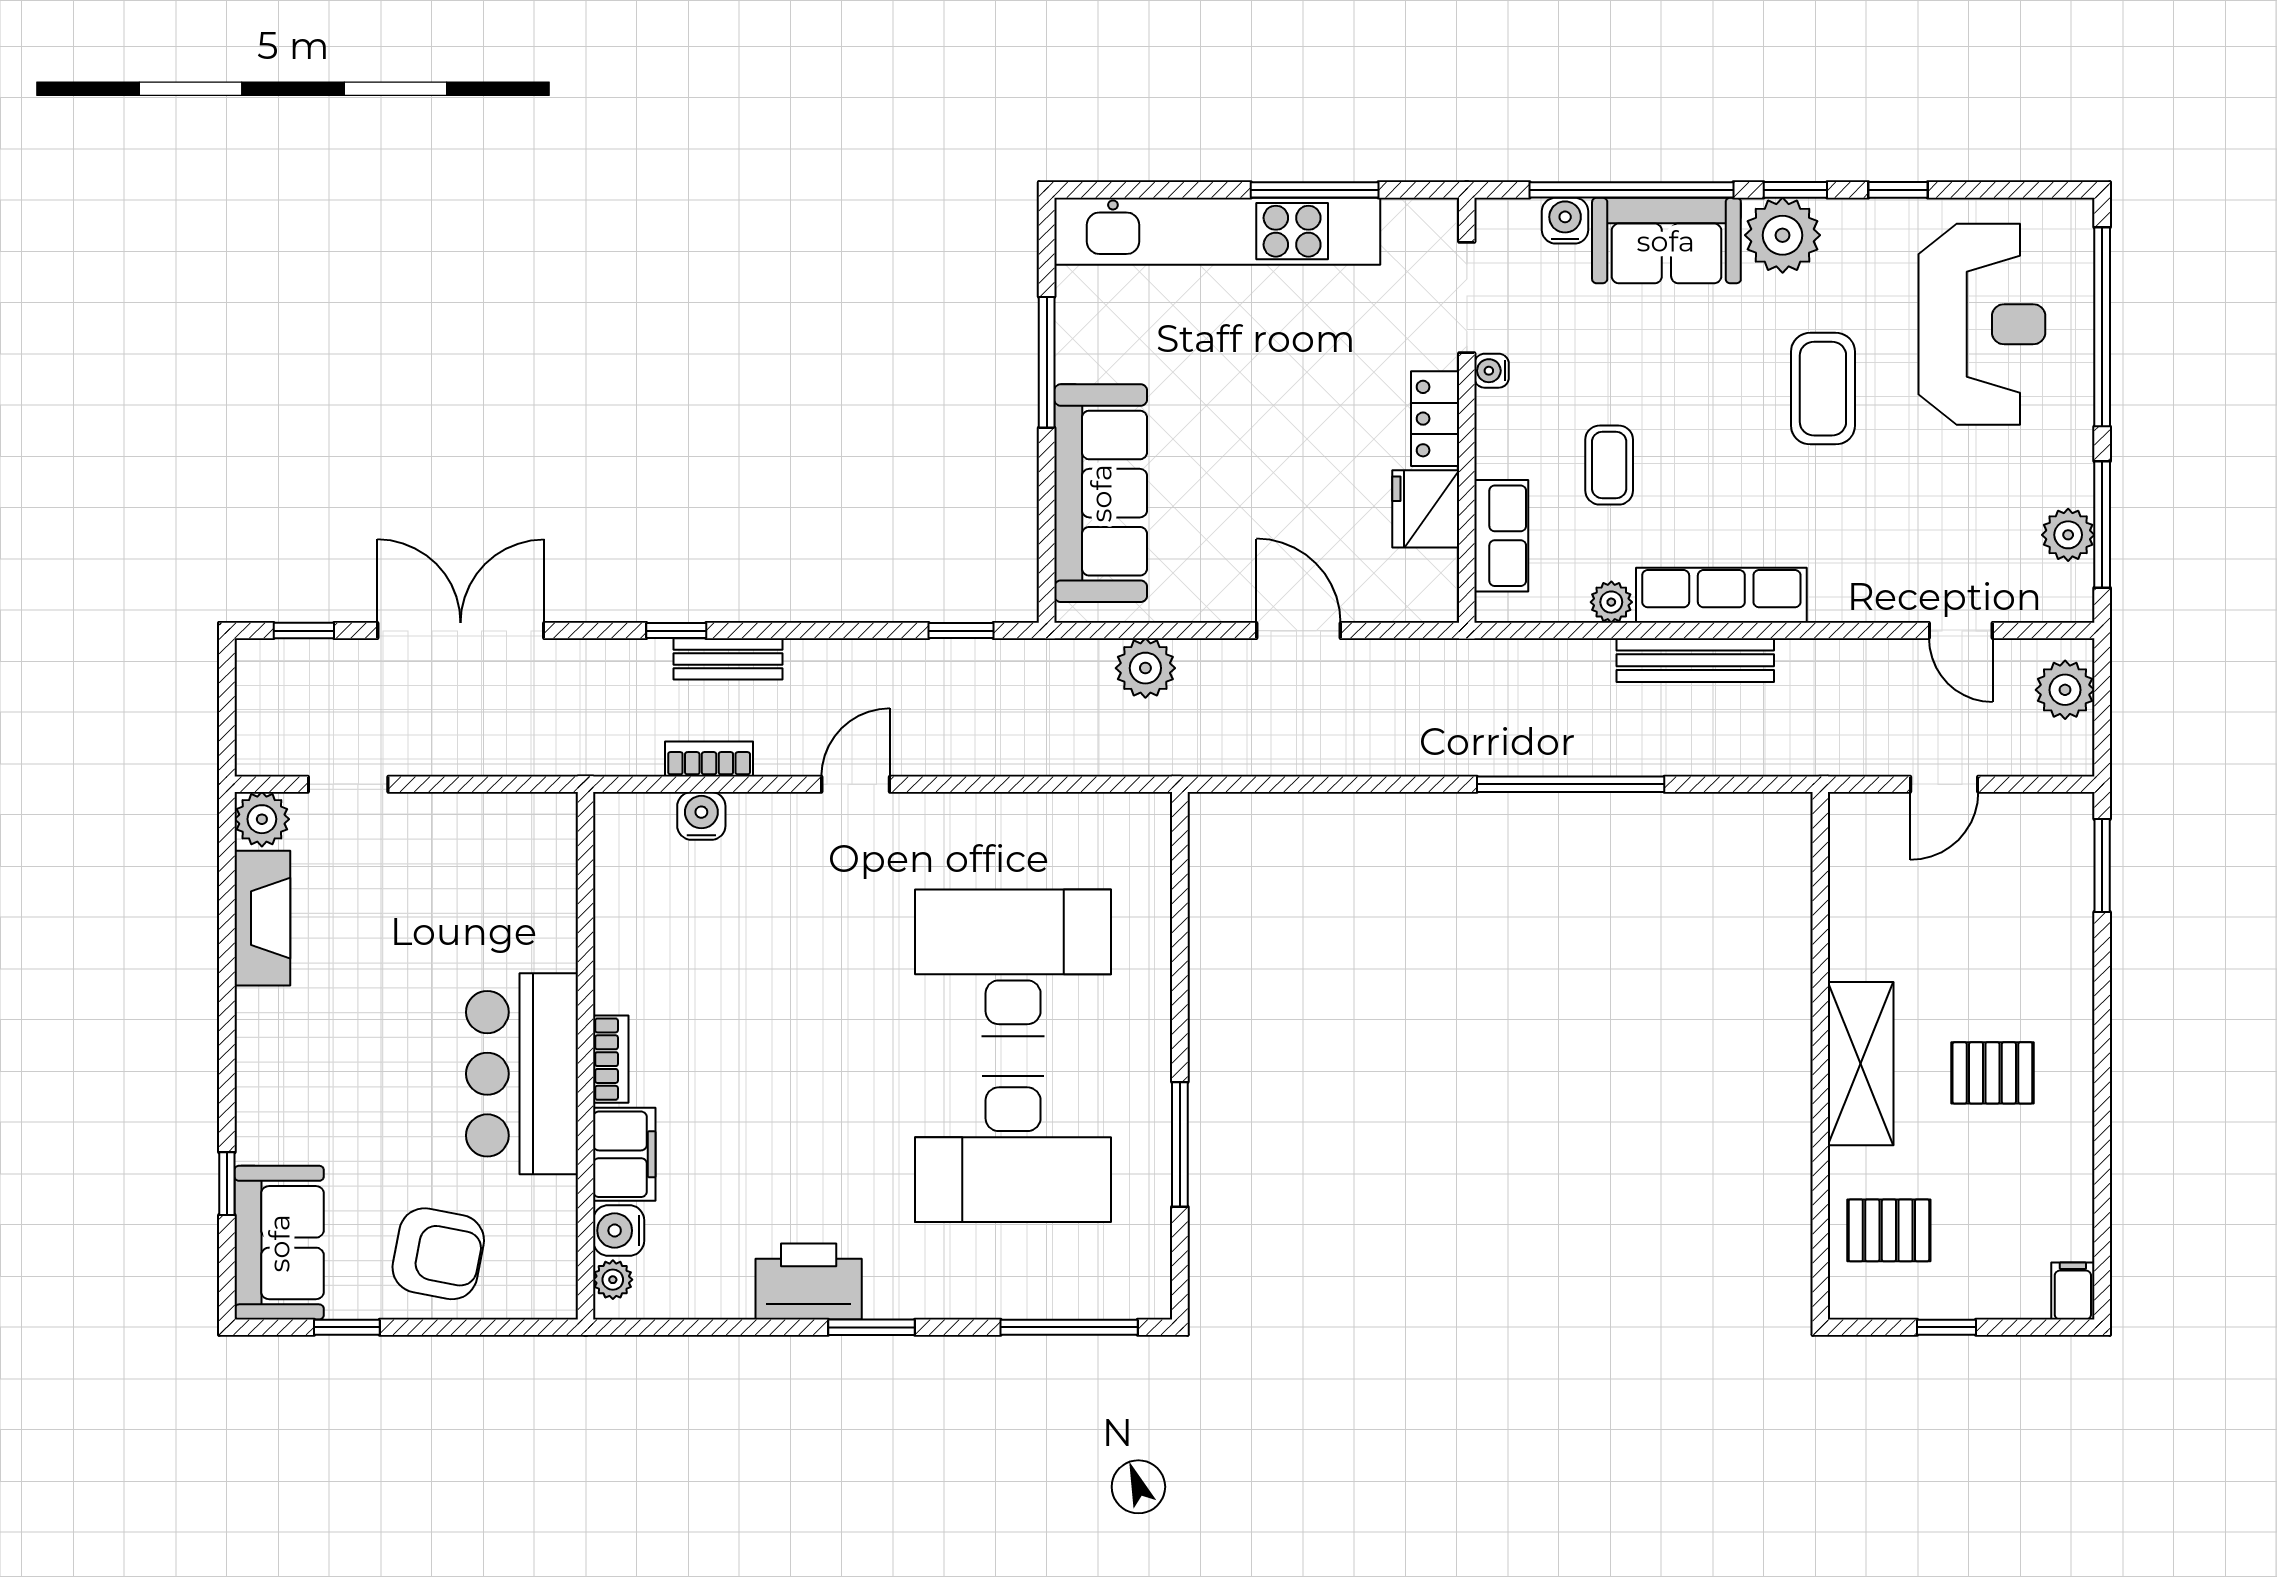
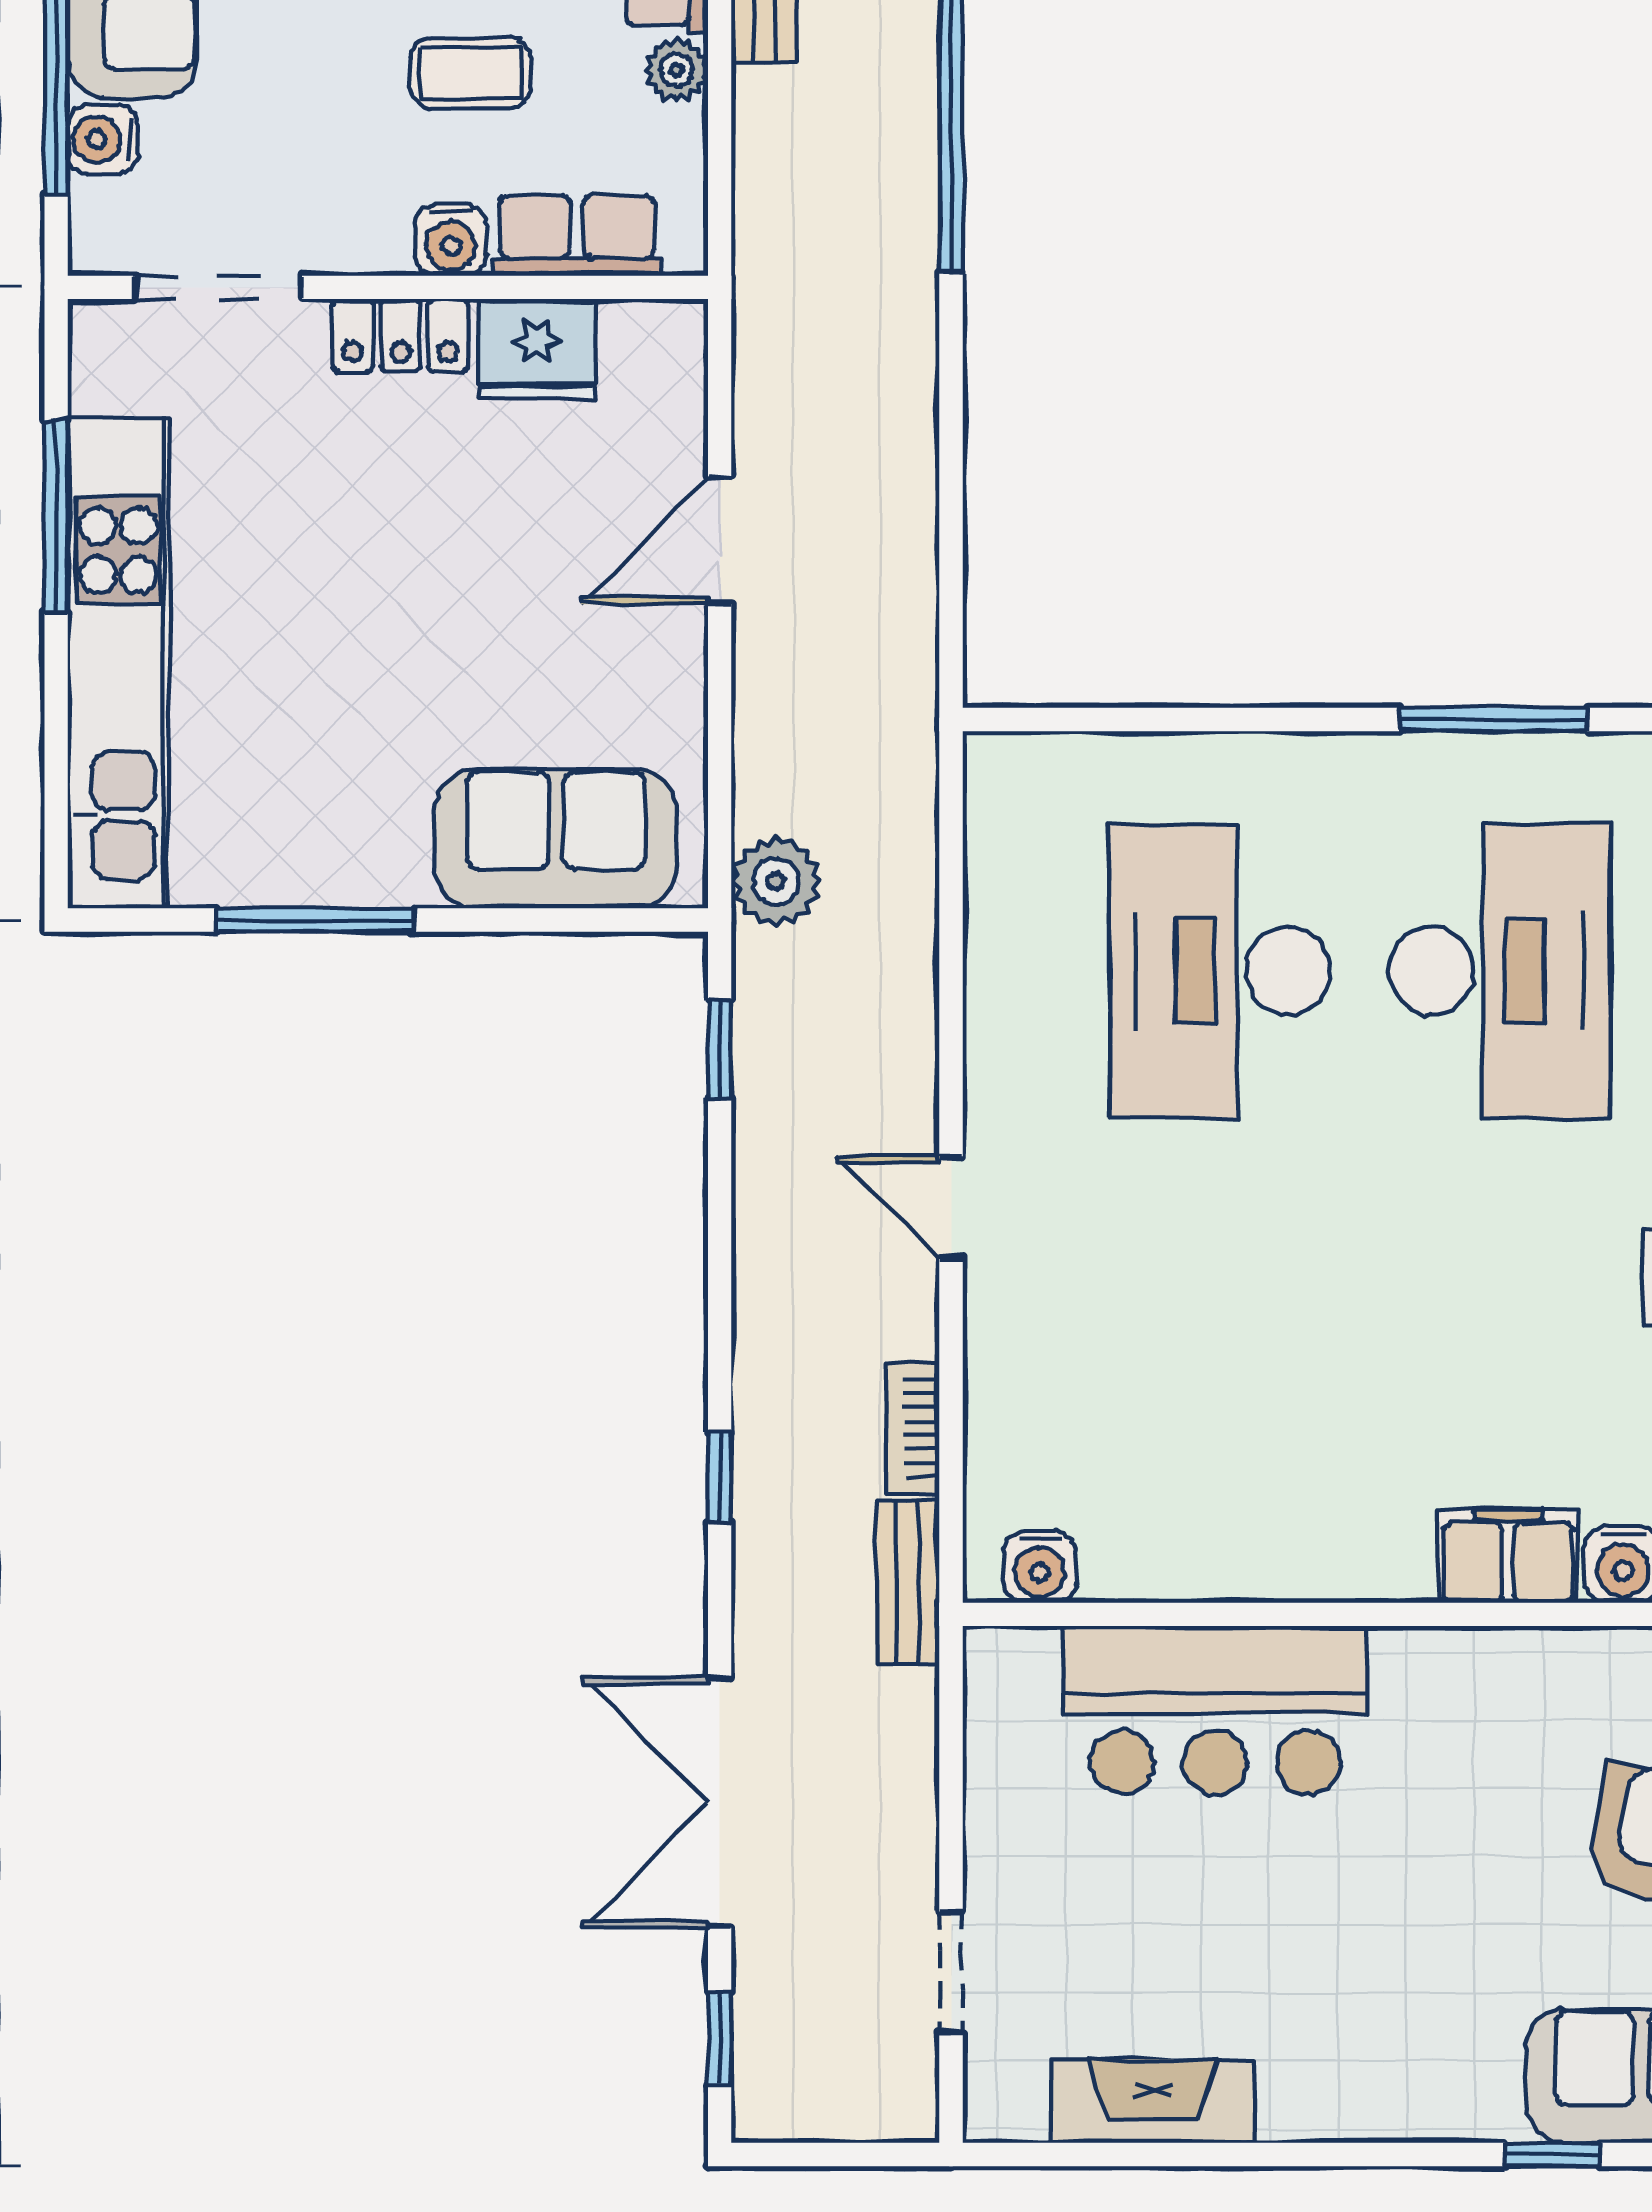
water cooler: (1492, 371) -> (451, 240), moved, width x1.38, depth x1.38
sofa: (1101, 493) -> (556, 839), width x0.73
bench: (728, 659) -> (908, 1582), moved
plant: (1145, 668) -> (776, 881), moved
water cooler: (701, 816) -> (1040, 1567), moved, turned -90
plant: (262, 819) -> (1004, 2102), removed
bookcase: (611, 1059) -> (1365, 1576), removed
bar counter: (522, 1074) -> (1215, 1710), moved

